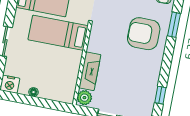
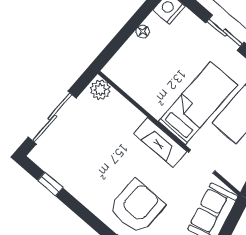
fireplace: (90, 71) -> (160, 142), moved

